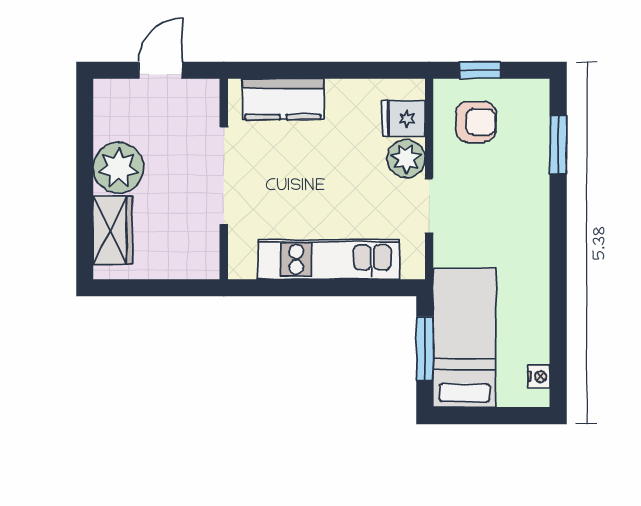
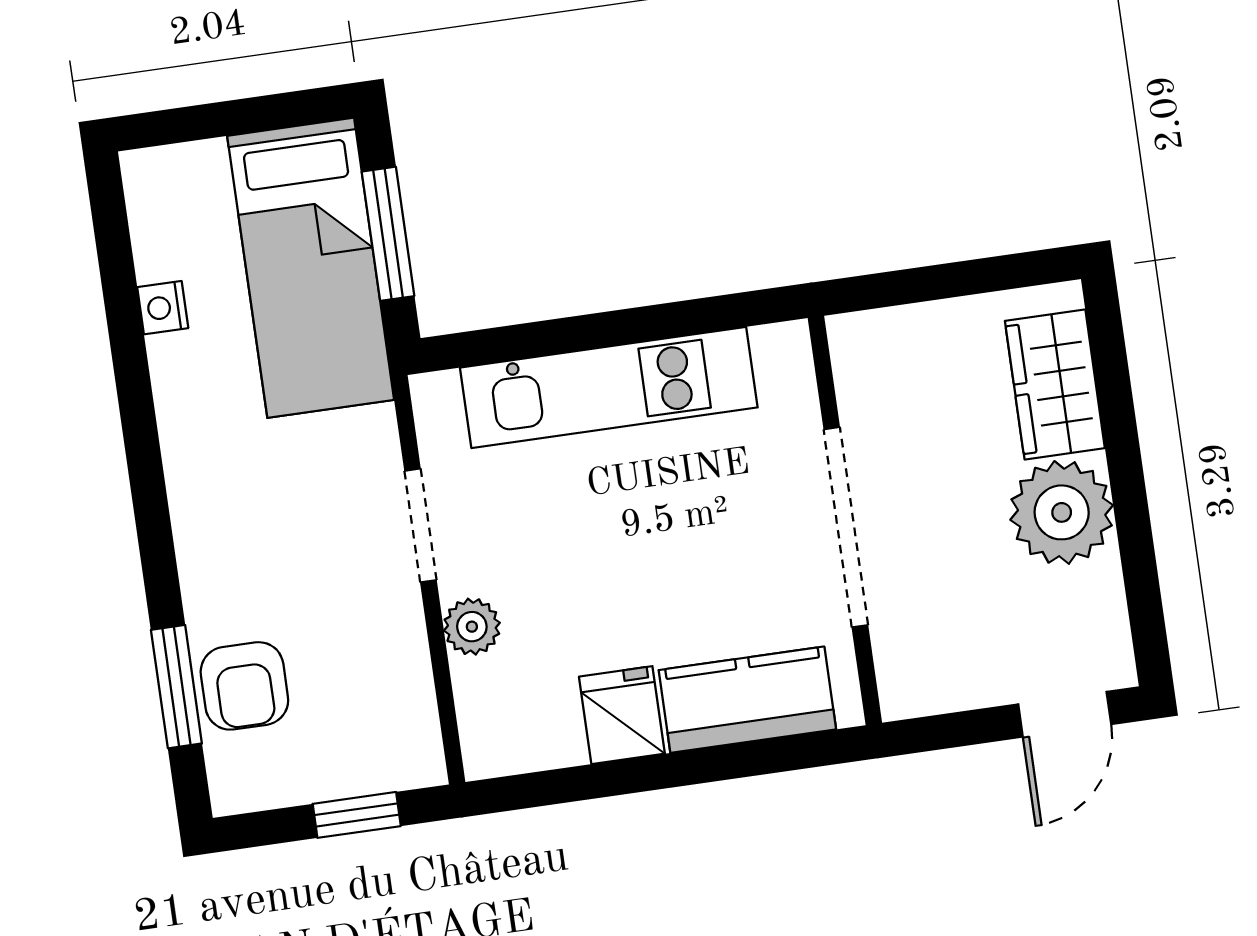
door: (161, 70) -> (1065, 714), moved
fridge: (404, 119) -> (622, 715), moved, turned -90
armchair: (476, 122) -> (244, 686), moved, turned -90
plant: (406, 158) -> (472, 627), width x0.73, depth x0.73
nightstand: (539, 377) -> (163, 308), moved

